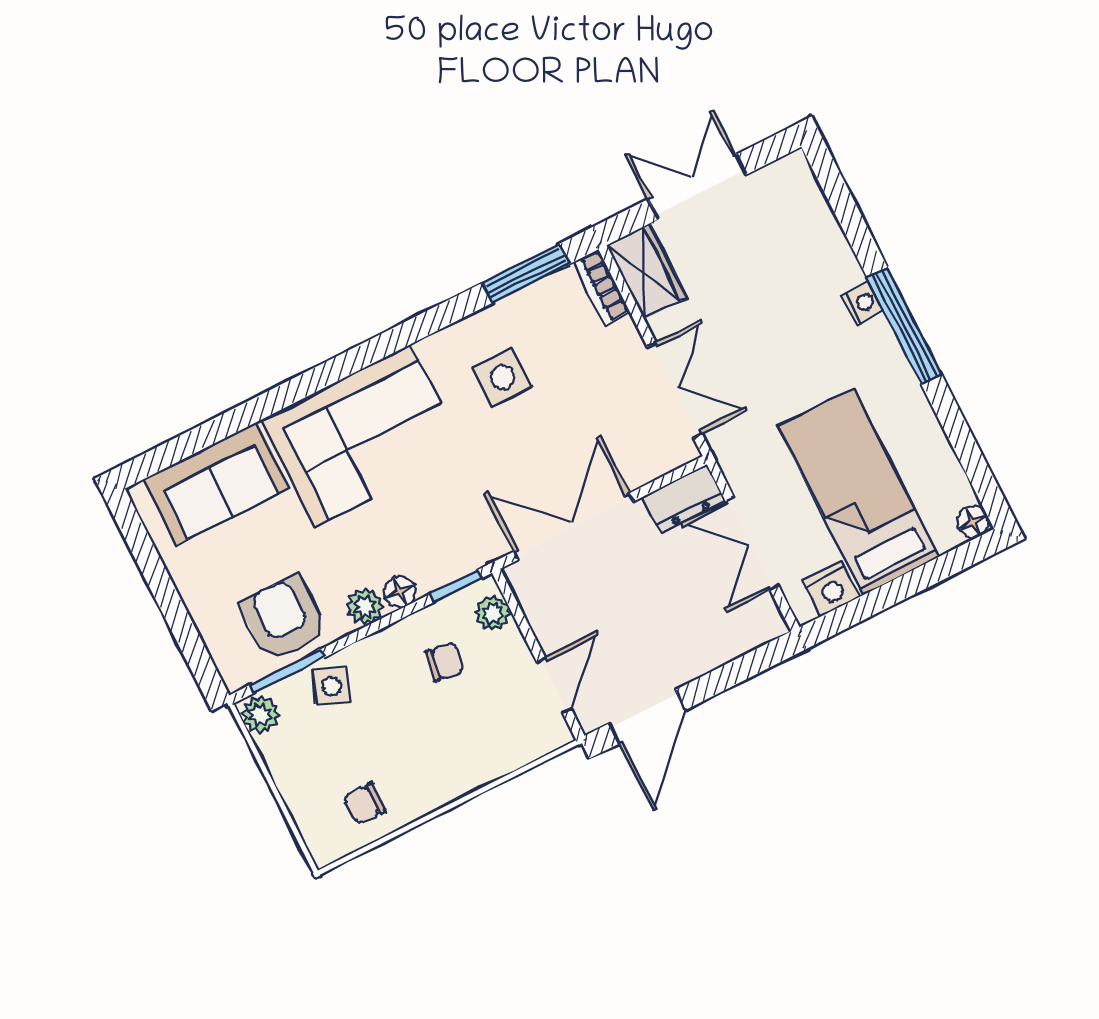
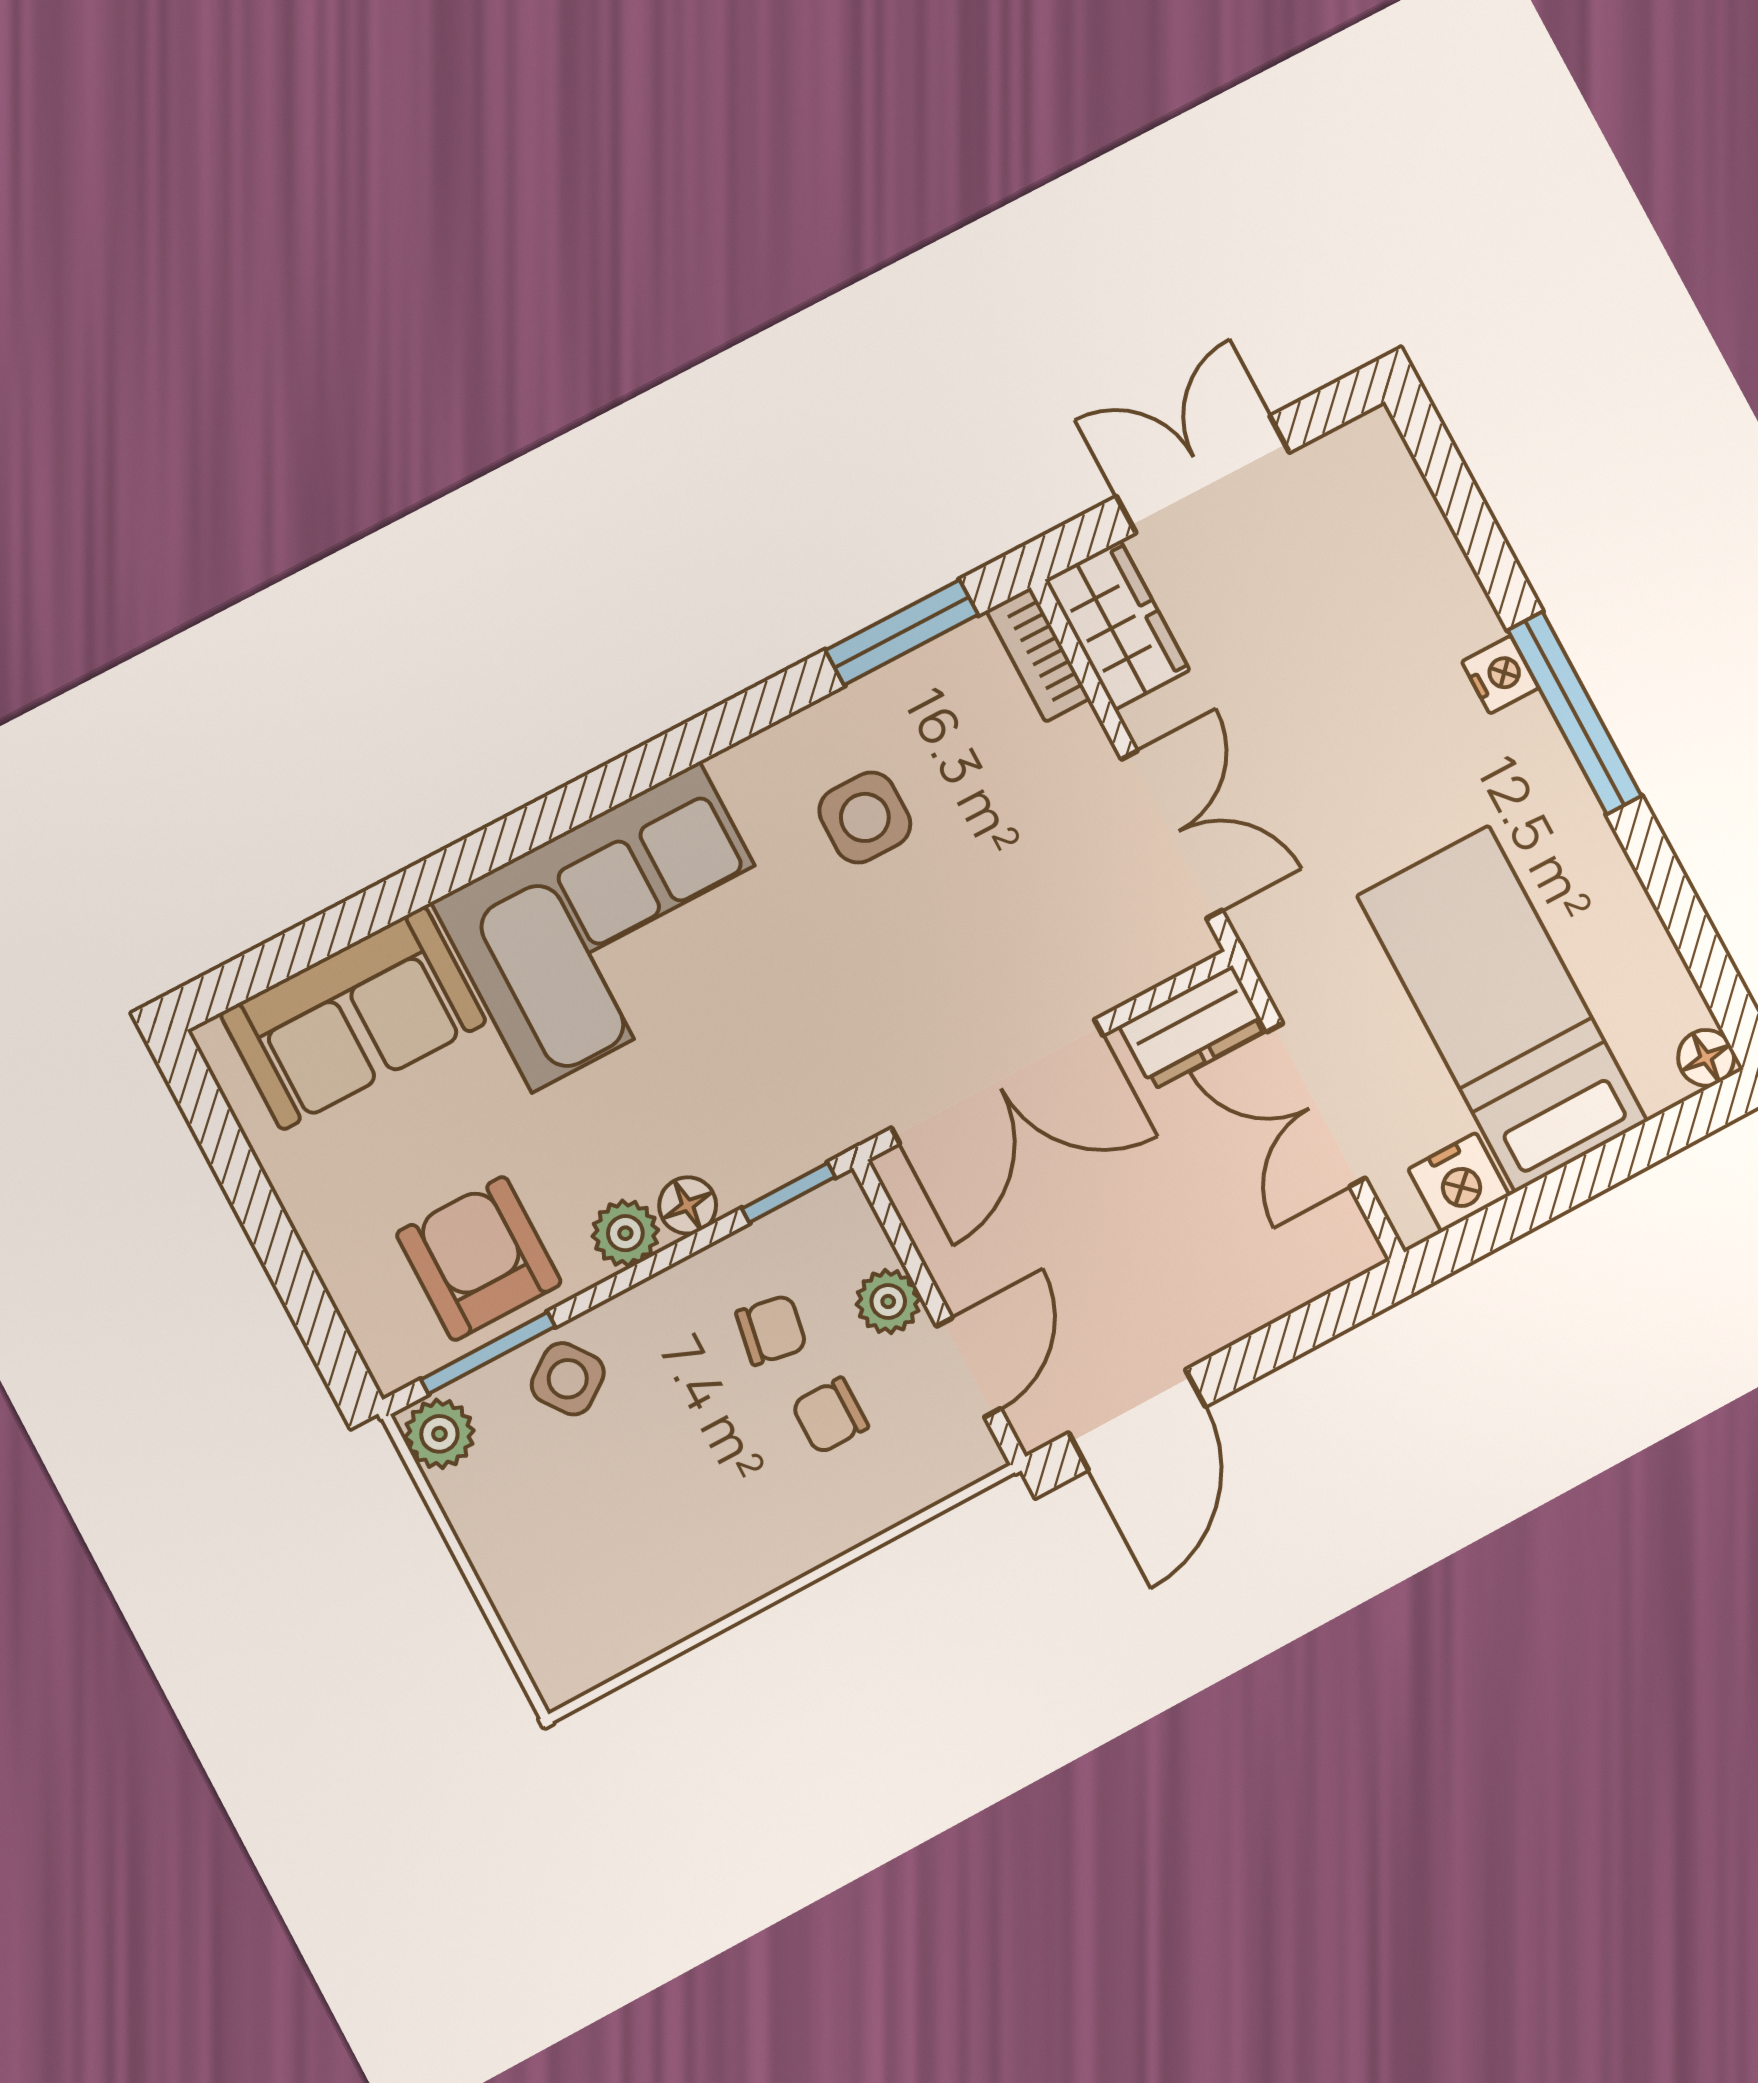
double door: (573, 527) -> (997, 1082), swing flipped
plant: (493, 613) -> (888, 1301), moved
side table: (332, 686) -> (568, 1379), turned 32
chair: (364, 804) -> (830, 1416), moved

